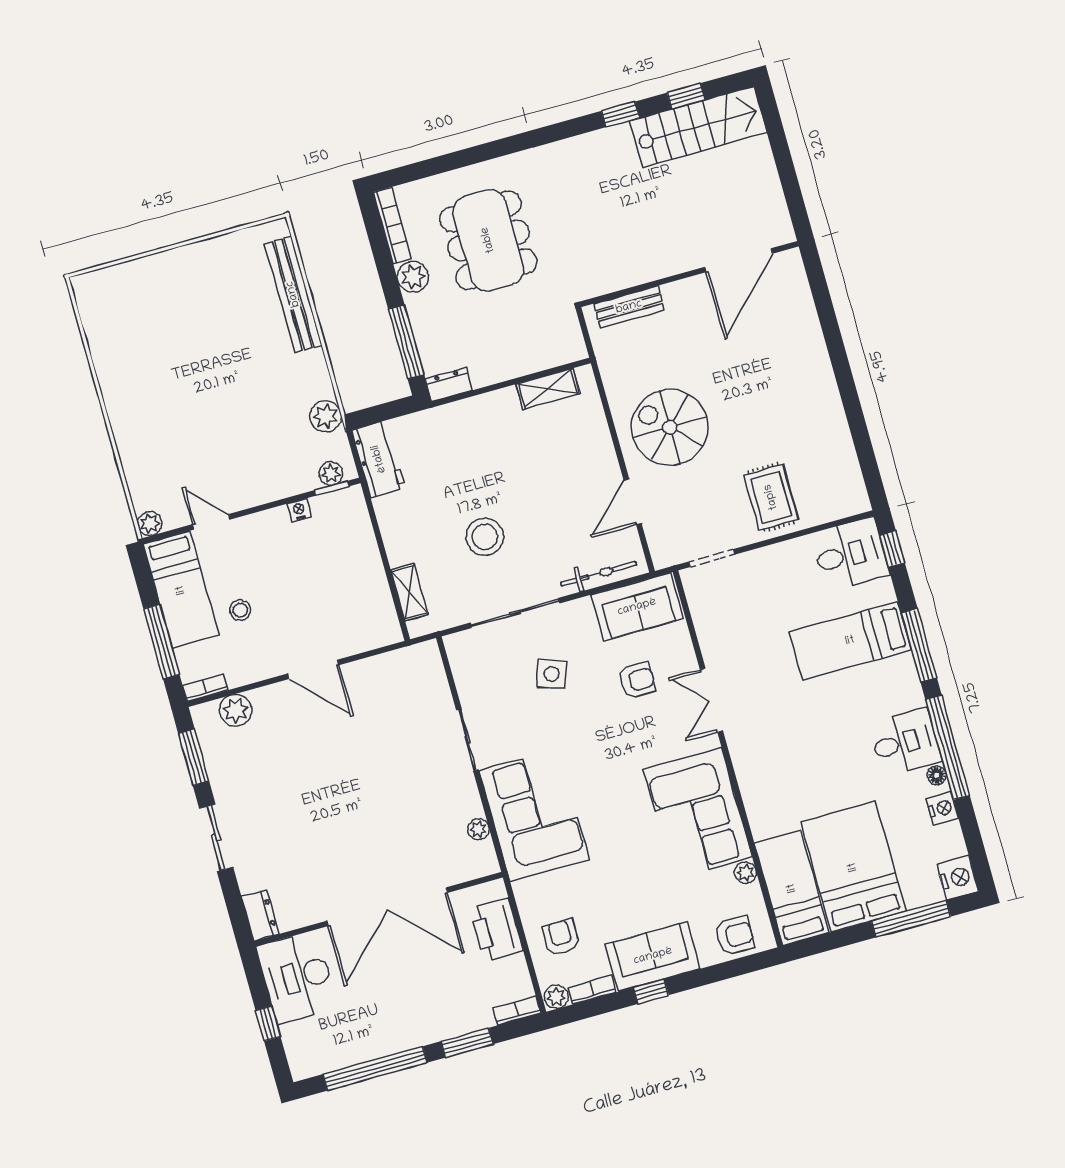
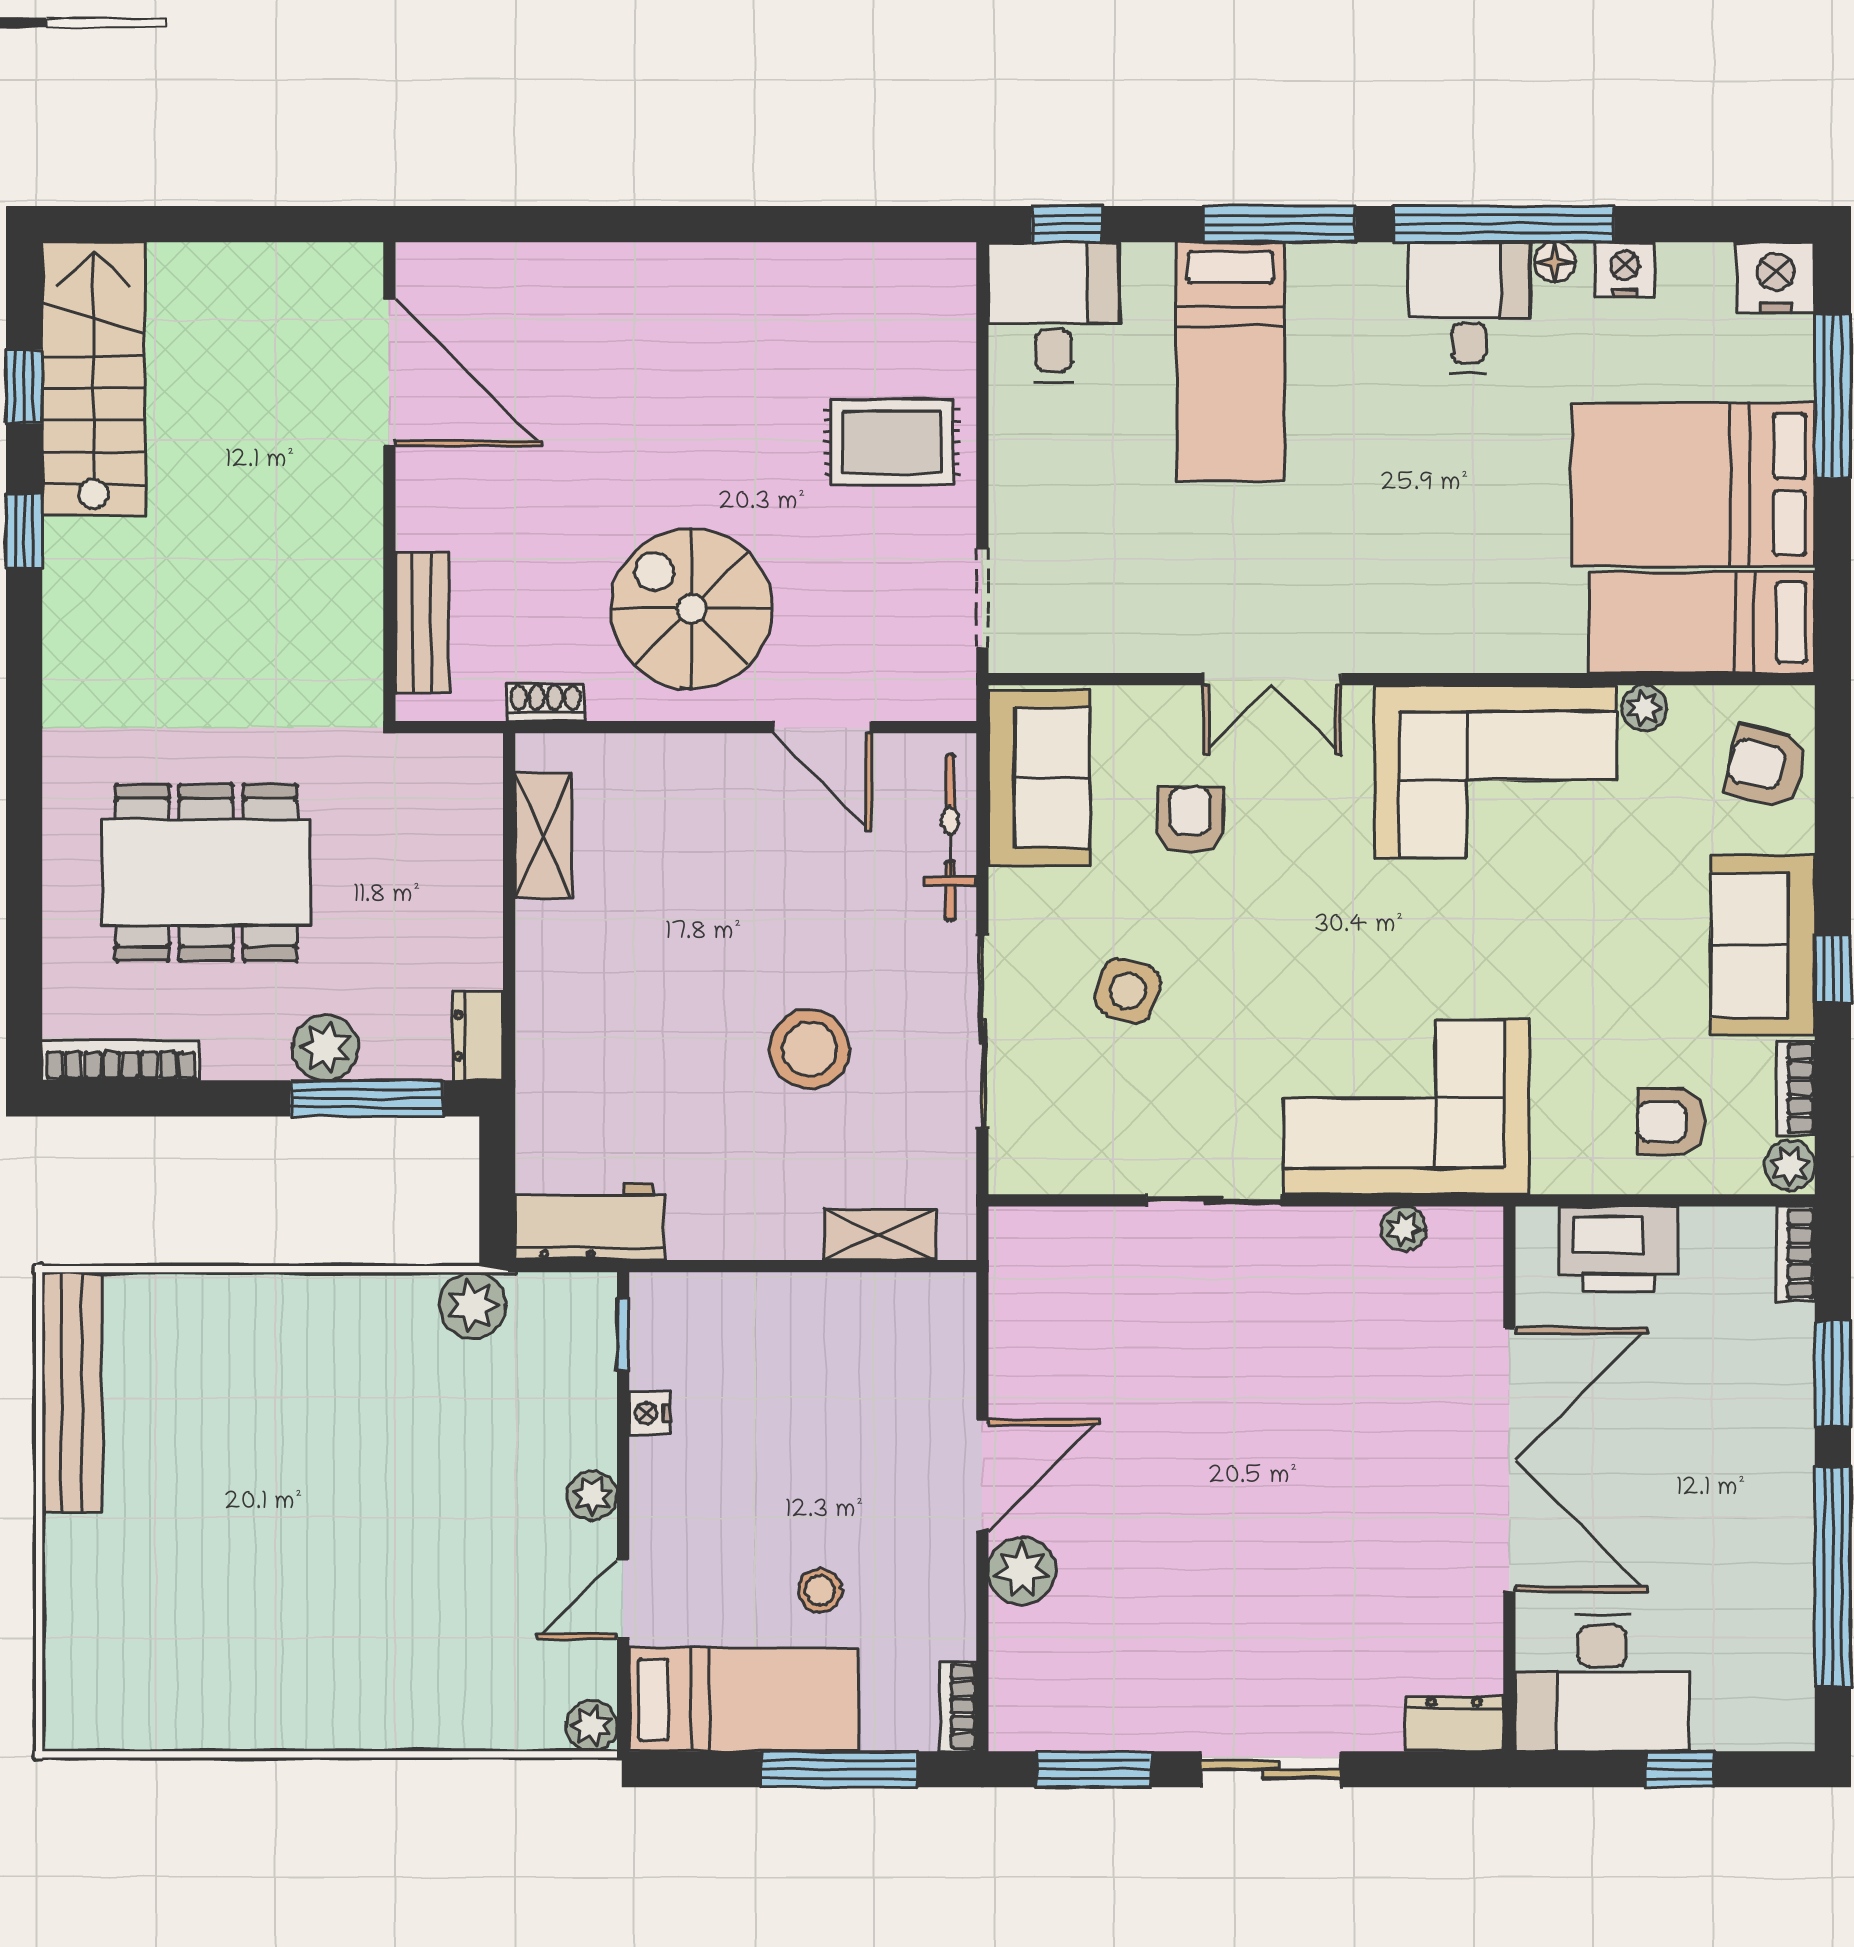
plant: (413, 277) -> (325, 1048), moved
bench: (293, 294) -> (72, 1392), moved, turned 90
shoe rack: (609, 373) -> (546, 702), added
spiral stairs: (670, 427) -> (691, 609), turned 90
plant: (331, 473) -> (592, 1496), moved
plant: (236, 710) -> (1022, 1571), moved
armchair: (734, 936) -> (1767, 767), turned -78

